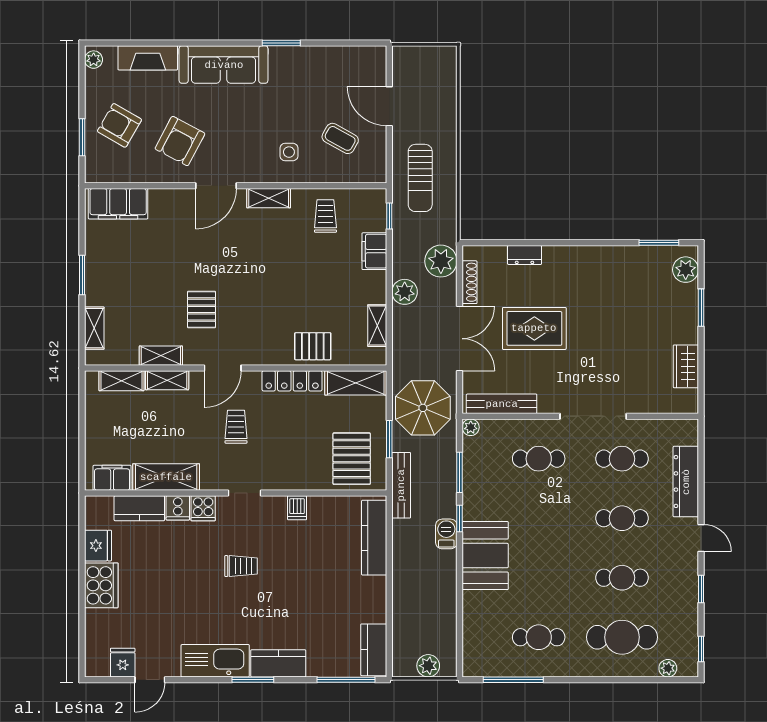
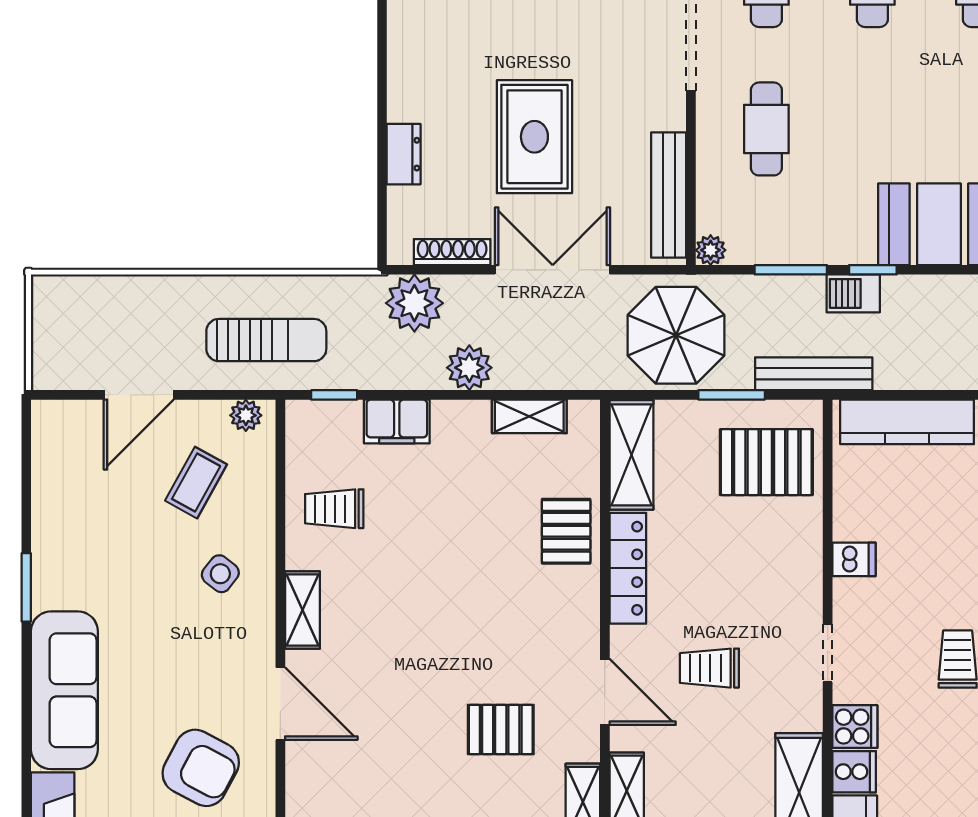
side table: (289, 152) -> (220, 574), turned 38
plant: (378, 166) -> (246, 415), added
barbecue: (446, 534) -> (853, 293), moved

